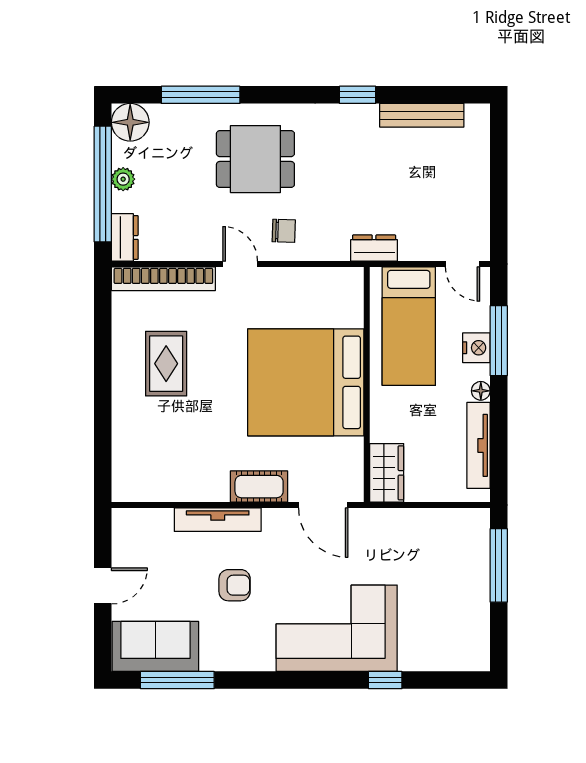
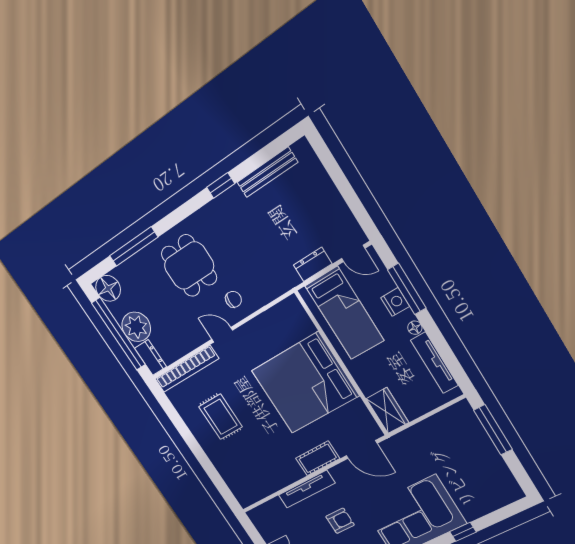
dining table: (255, 159) -> (189, 266), turned 90
plant: (123, 179) -> (136, 327), width x1.88, depth x1.88
dresser: (374, 248) -> (313, 264), moved

